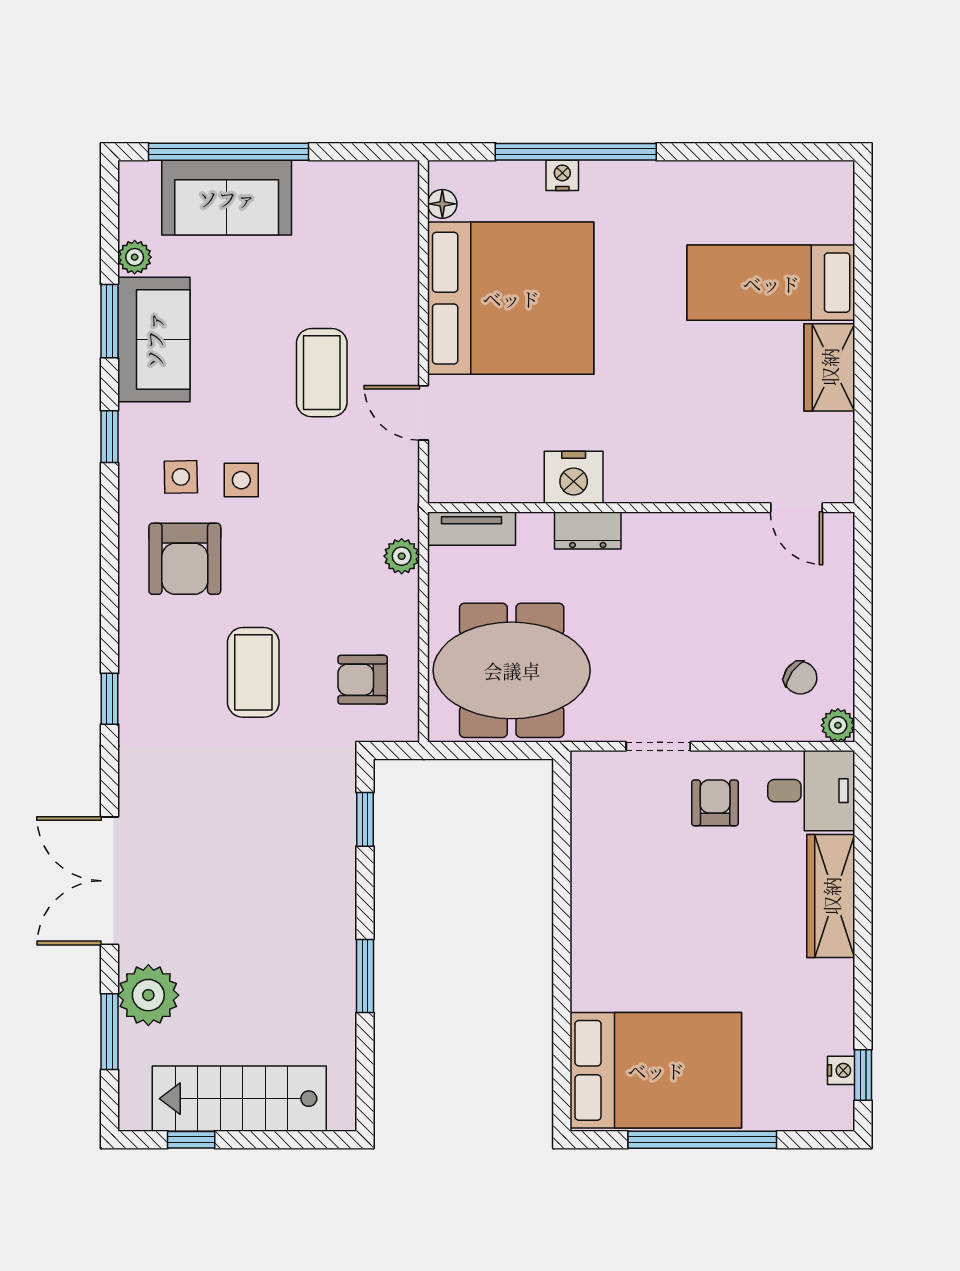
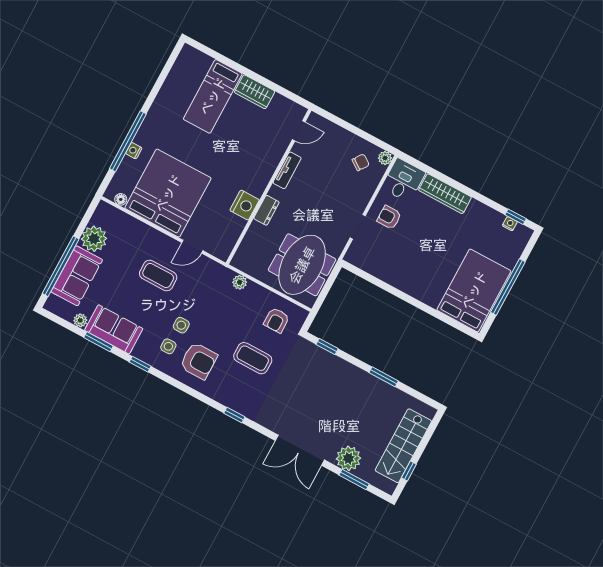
plant: (326, 192) -> (94, 239), added
tv unit: (472, 529) -> (287, 170), moved

